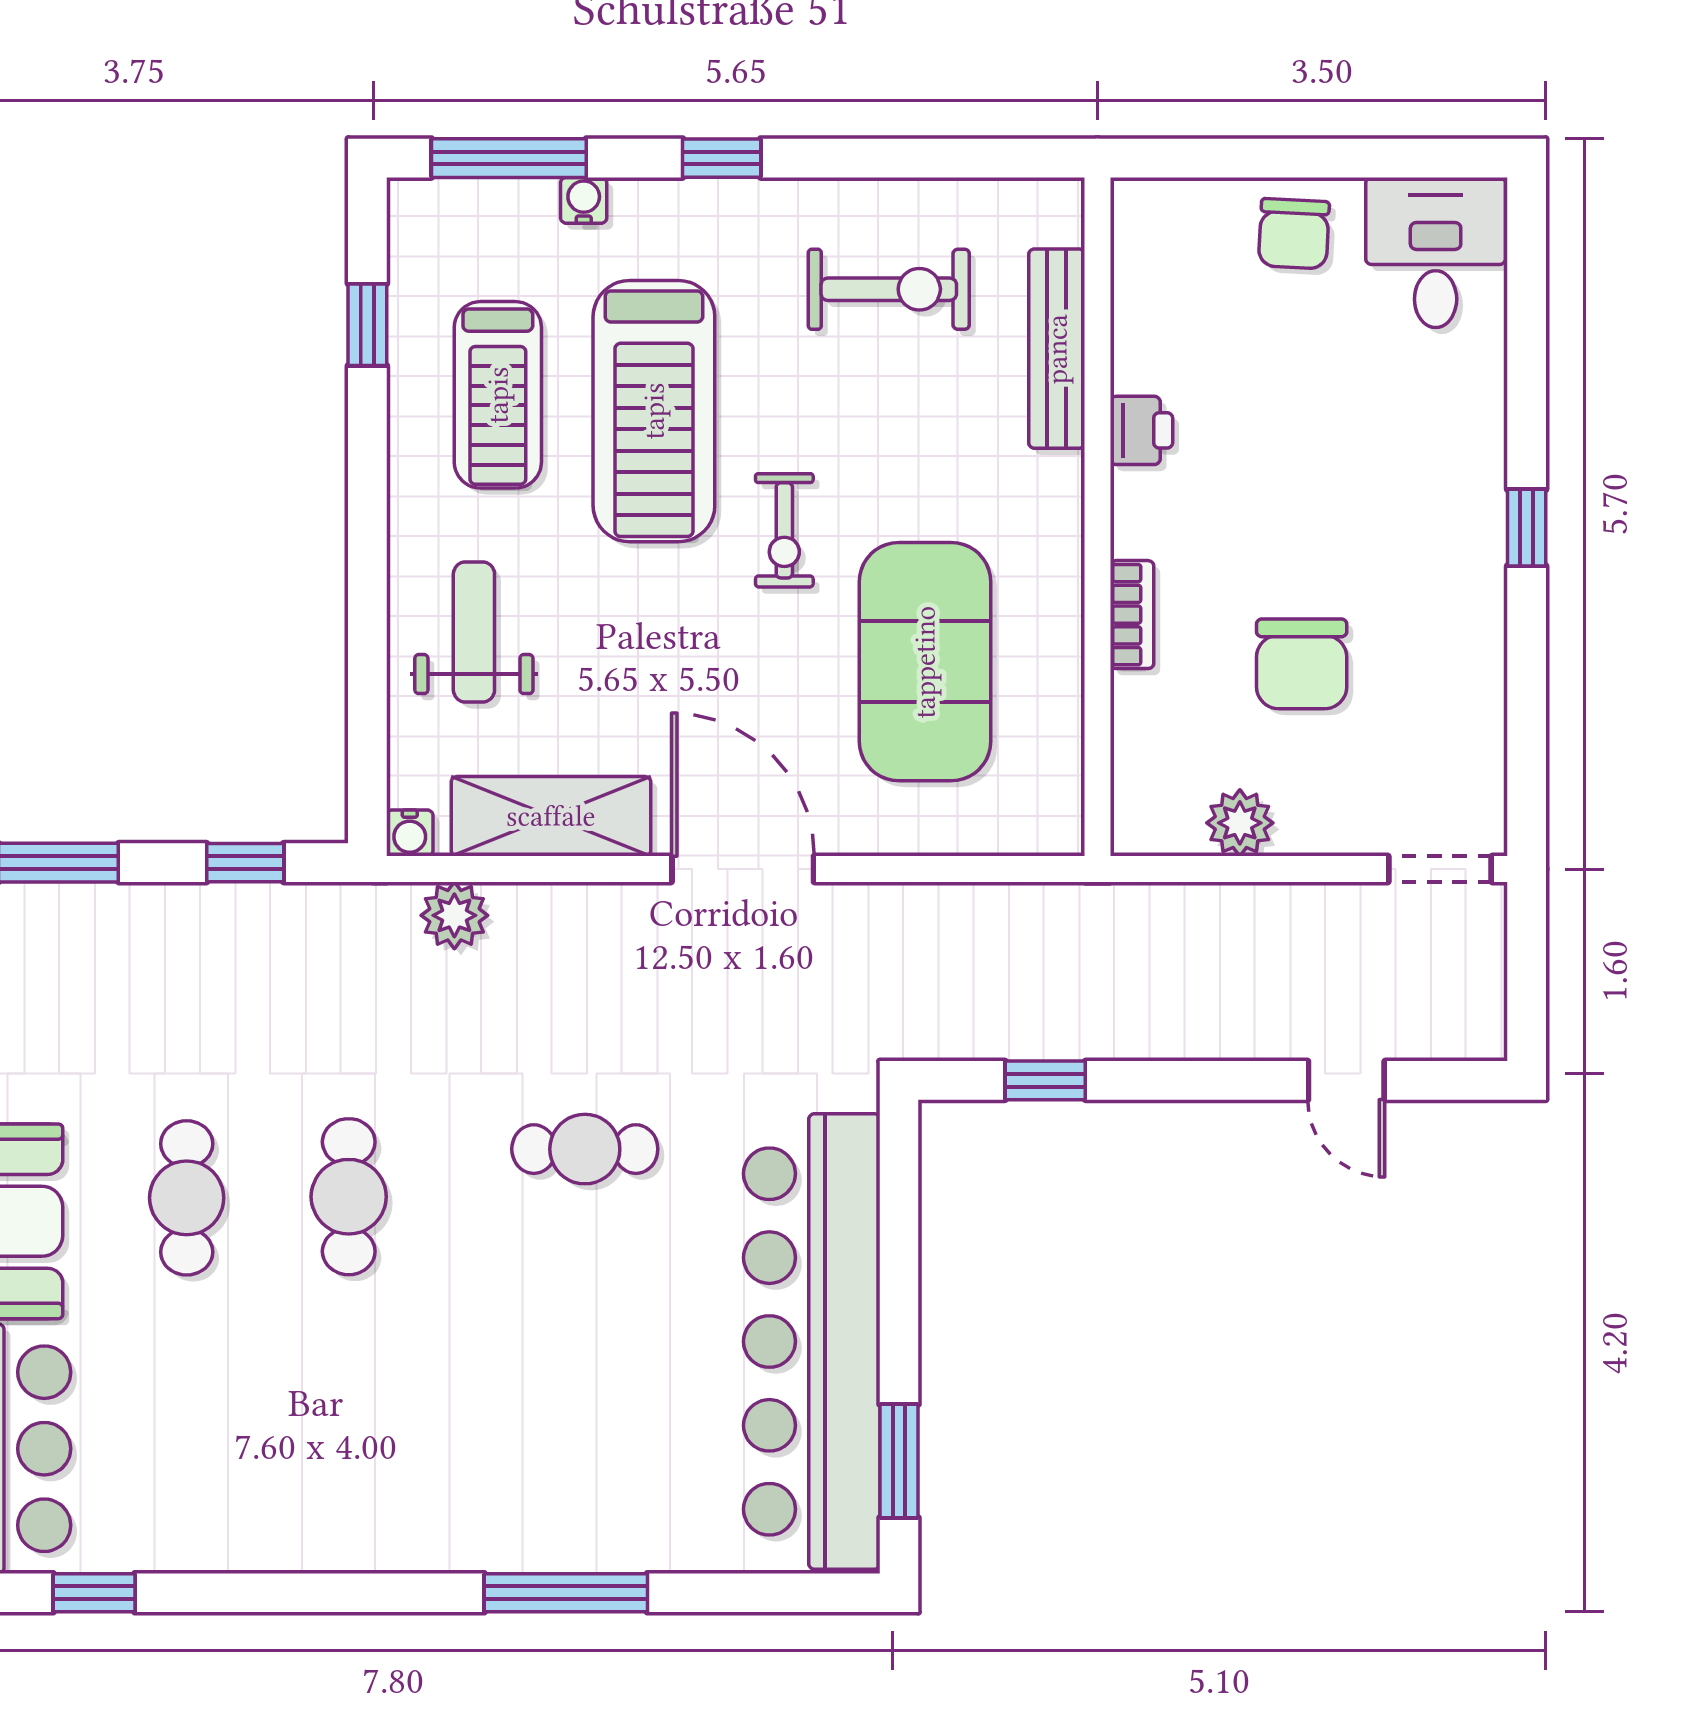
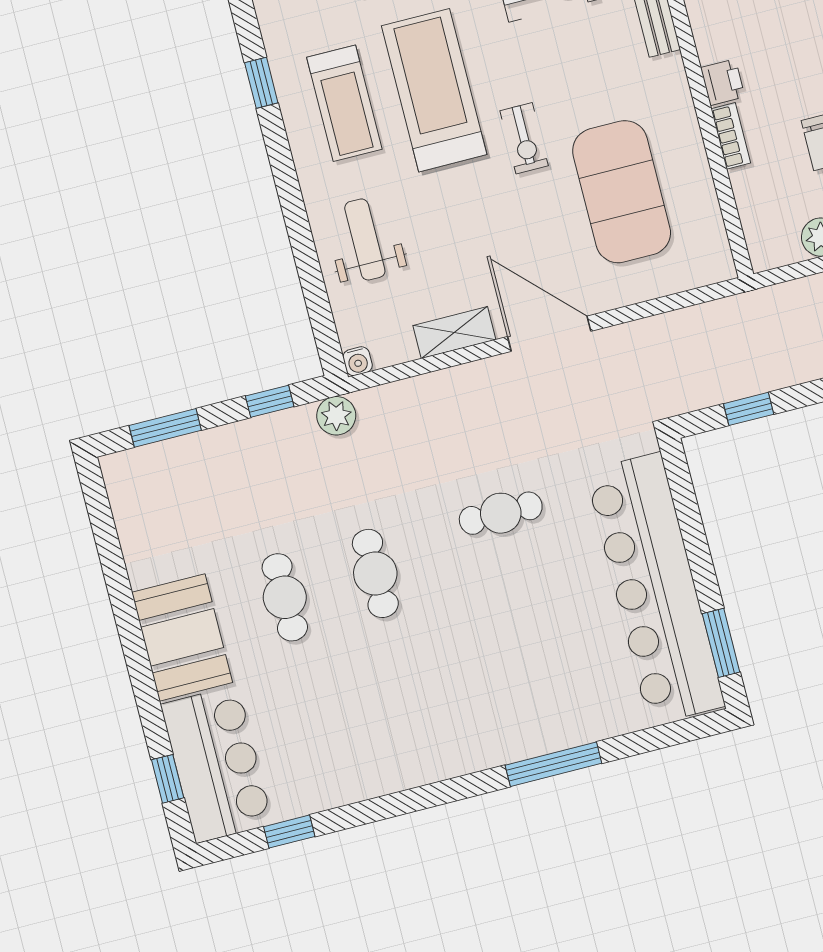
treadmill: (654, 411) -> (434, 90), turned 180
printer: (1141, 430) -> (723, 82), moved
shelving: (551, 816) -> (454, 333), width x0.67, depth x0.75
plant: (454, 915) -> (336, 416), moved

